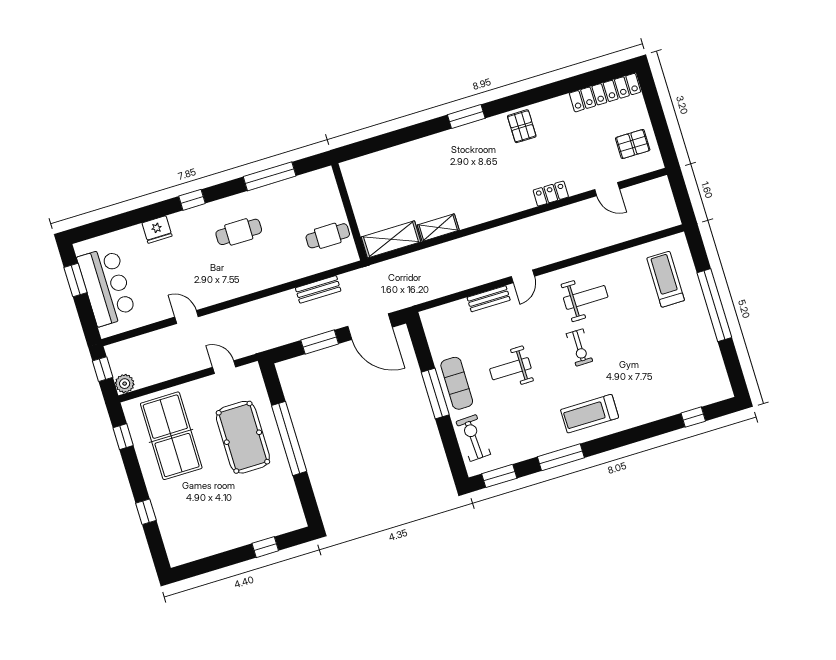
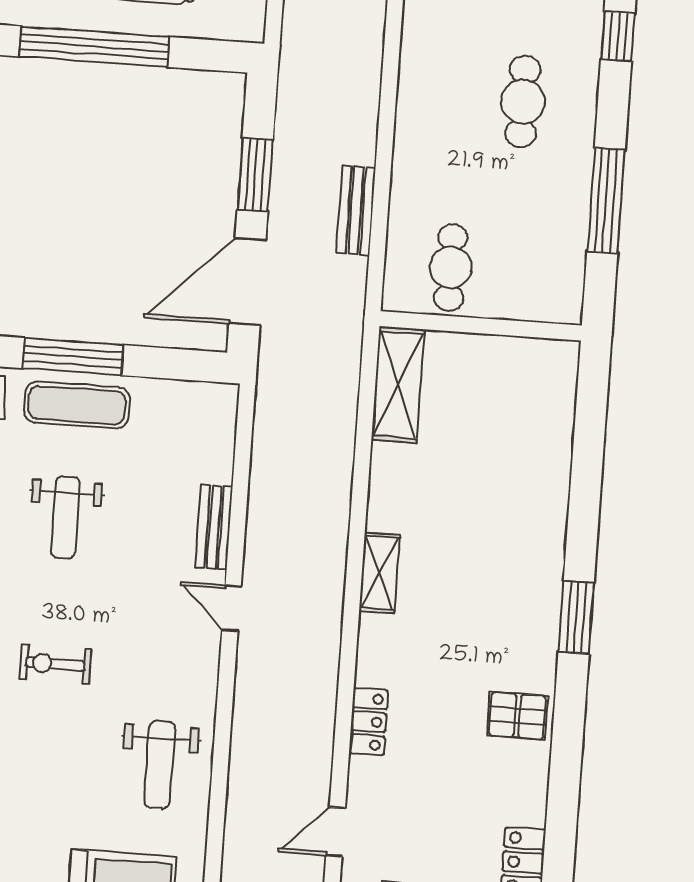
shelving: (438, 228) -> (379, 573), moved
weight bench: (586, 297) -> (160, 765), moved
weight bench: (510, 369) -> (65, 517), turned 180

